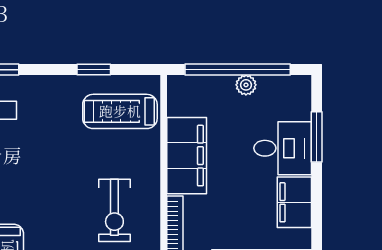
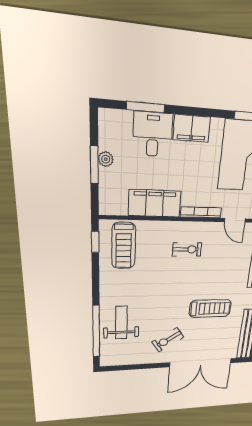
window: (94, 70) -> (95, 242), moved
window: (238, 70) -> (94, 165), width x0.47
exercise bike: (114, 210) -> (187, 249), width x0.73, depth x0.72

